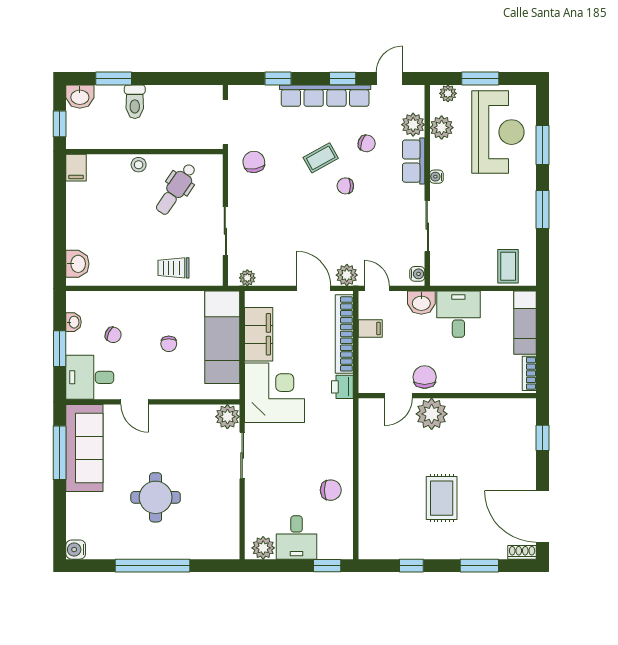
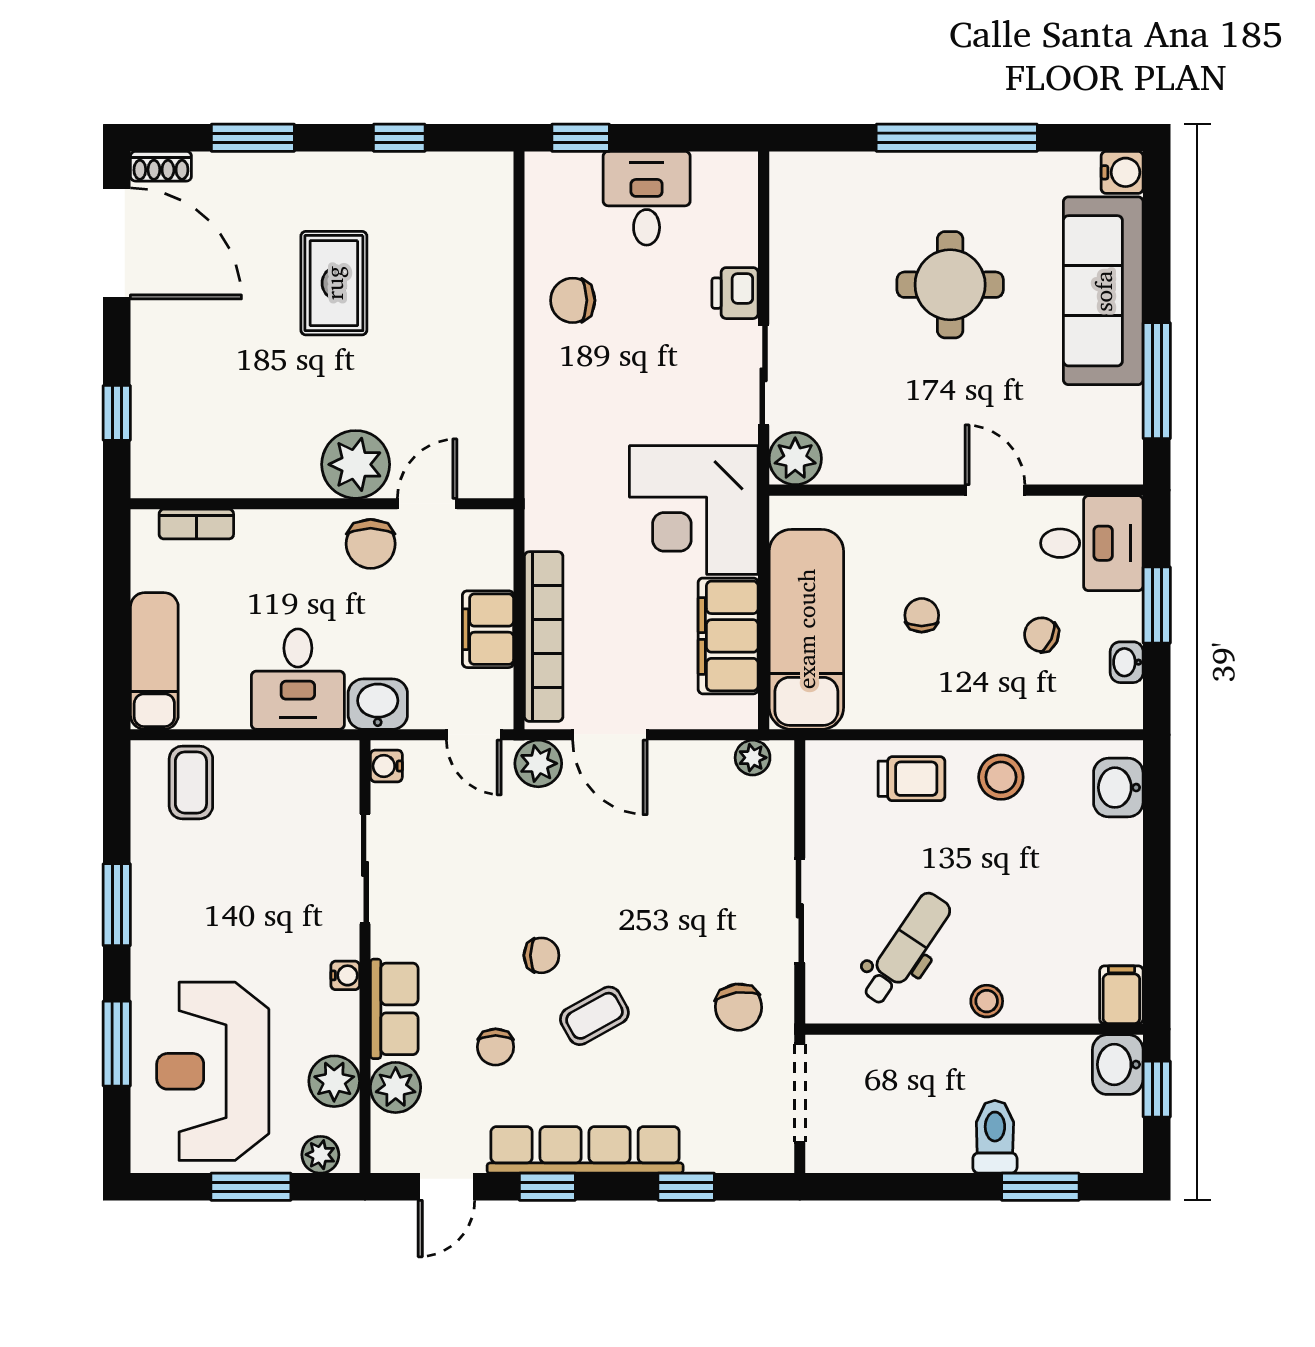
washbasin: (80, 97) -> (1118, 1065), moved, turned -90
chair: (367, 143) -> (496, 1047), turned -109
sliding door: (225, 231) -> (800, 911), moved
stool: (132, 269) -> (1001, 777), added
filing cabinet: (370, 328) -> (488, 629), width x2.00
bookcase: (529, 373) -> (196, 524), moved, turned 90
printer: (342, 387) -> (735, 293), moved, turned 180
sofa: (84, 448) -> (1103, 291), moved
plant: (263, 548) -> (718, 176), removed

